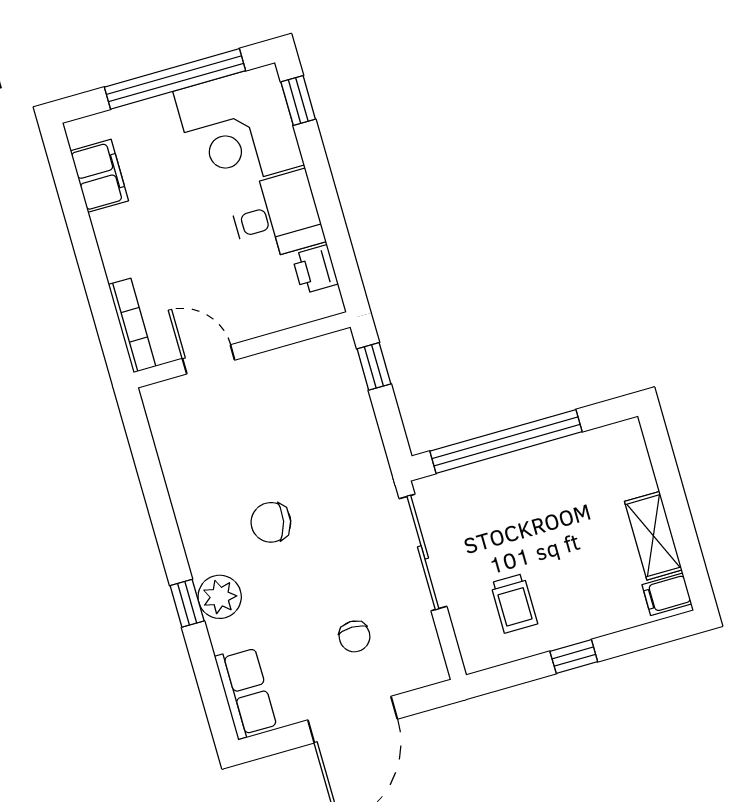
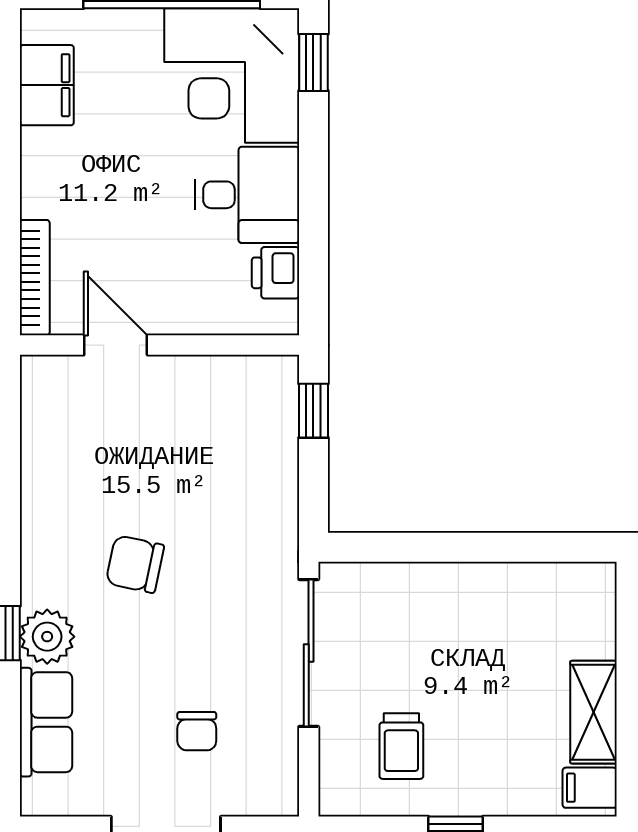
window: (506, 441) -> (448, 547), removed
row of seats: (246, 692) -> (46, 722), moved

